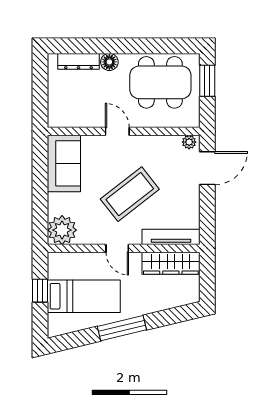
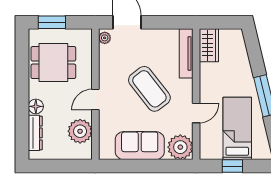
dining table: (160, 82) -> (53, 63), width x0.73
plant: (81, 113) -> (80, 131), added
sofa: (64, 163) -> (140, 146), moved
door: (117, 248) -> (196, 113), moved
wardrobe: (171, 263) -> (209, 45), width x0.67

